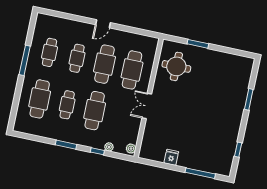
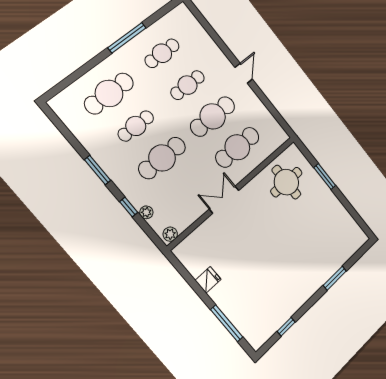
door: (103, 24) -> (244, 73), swing flipped

